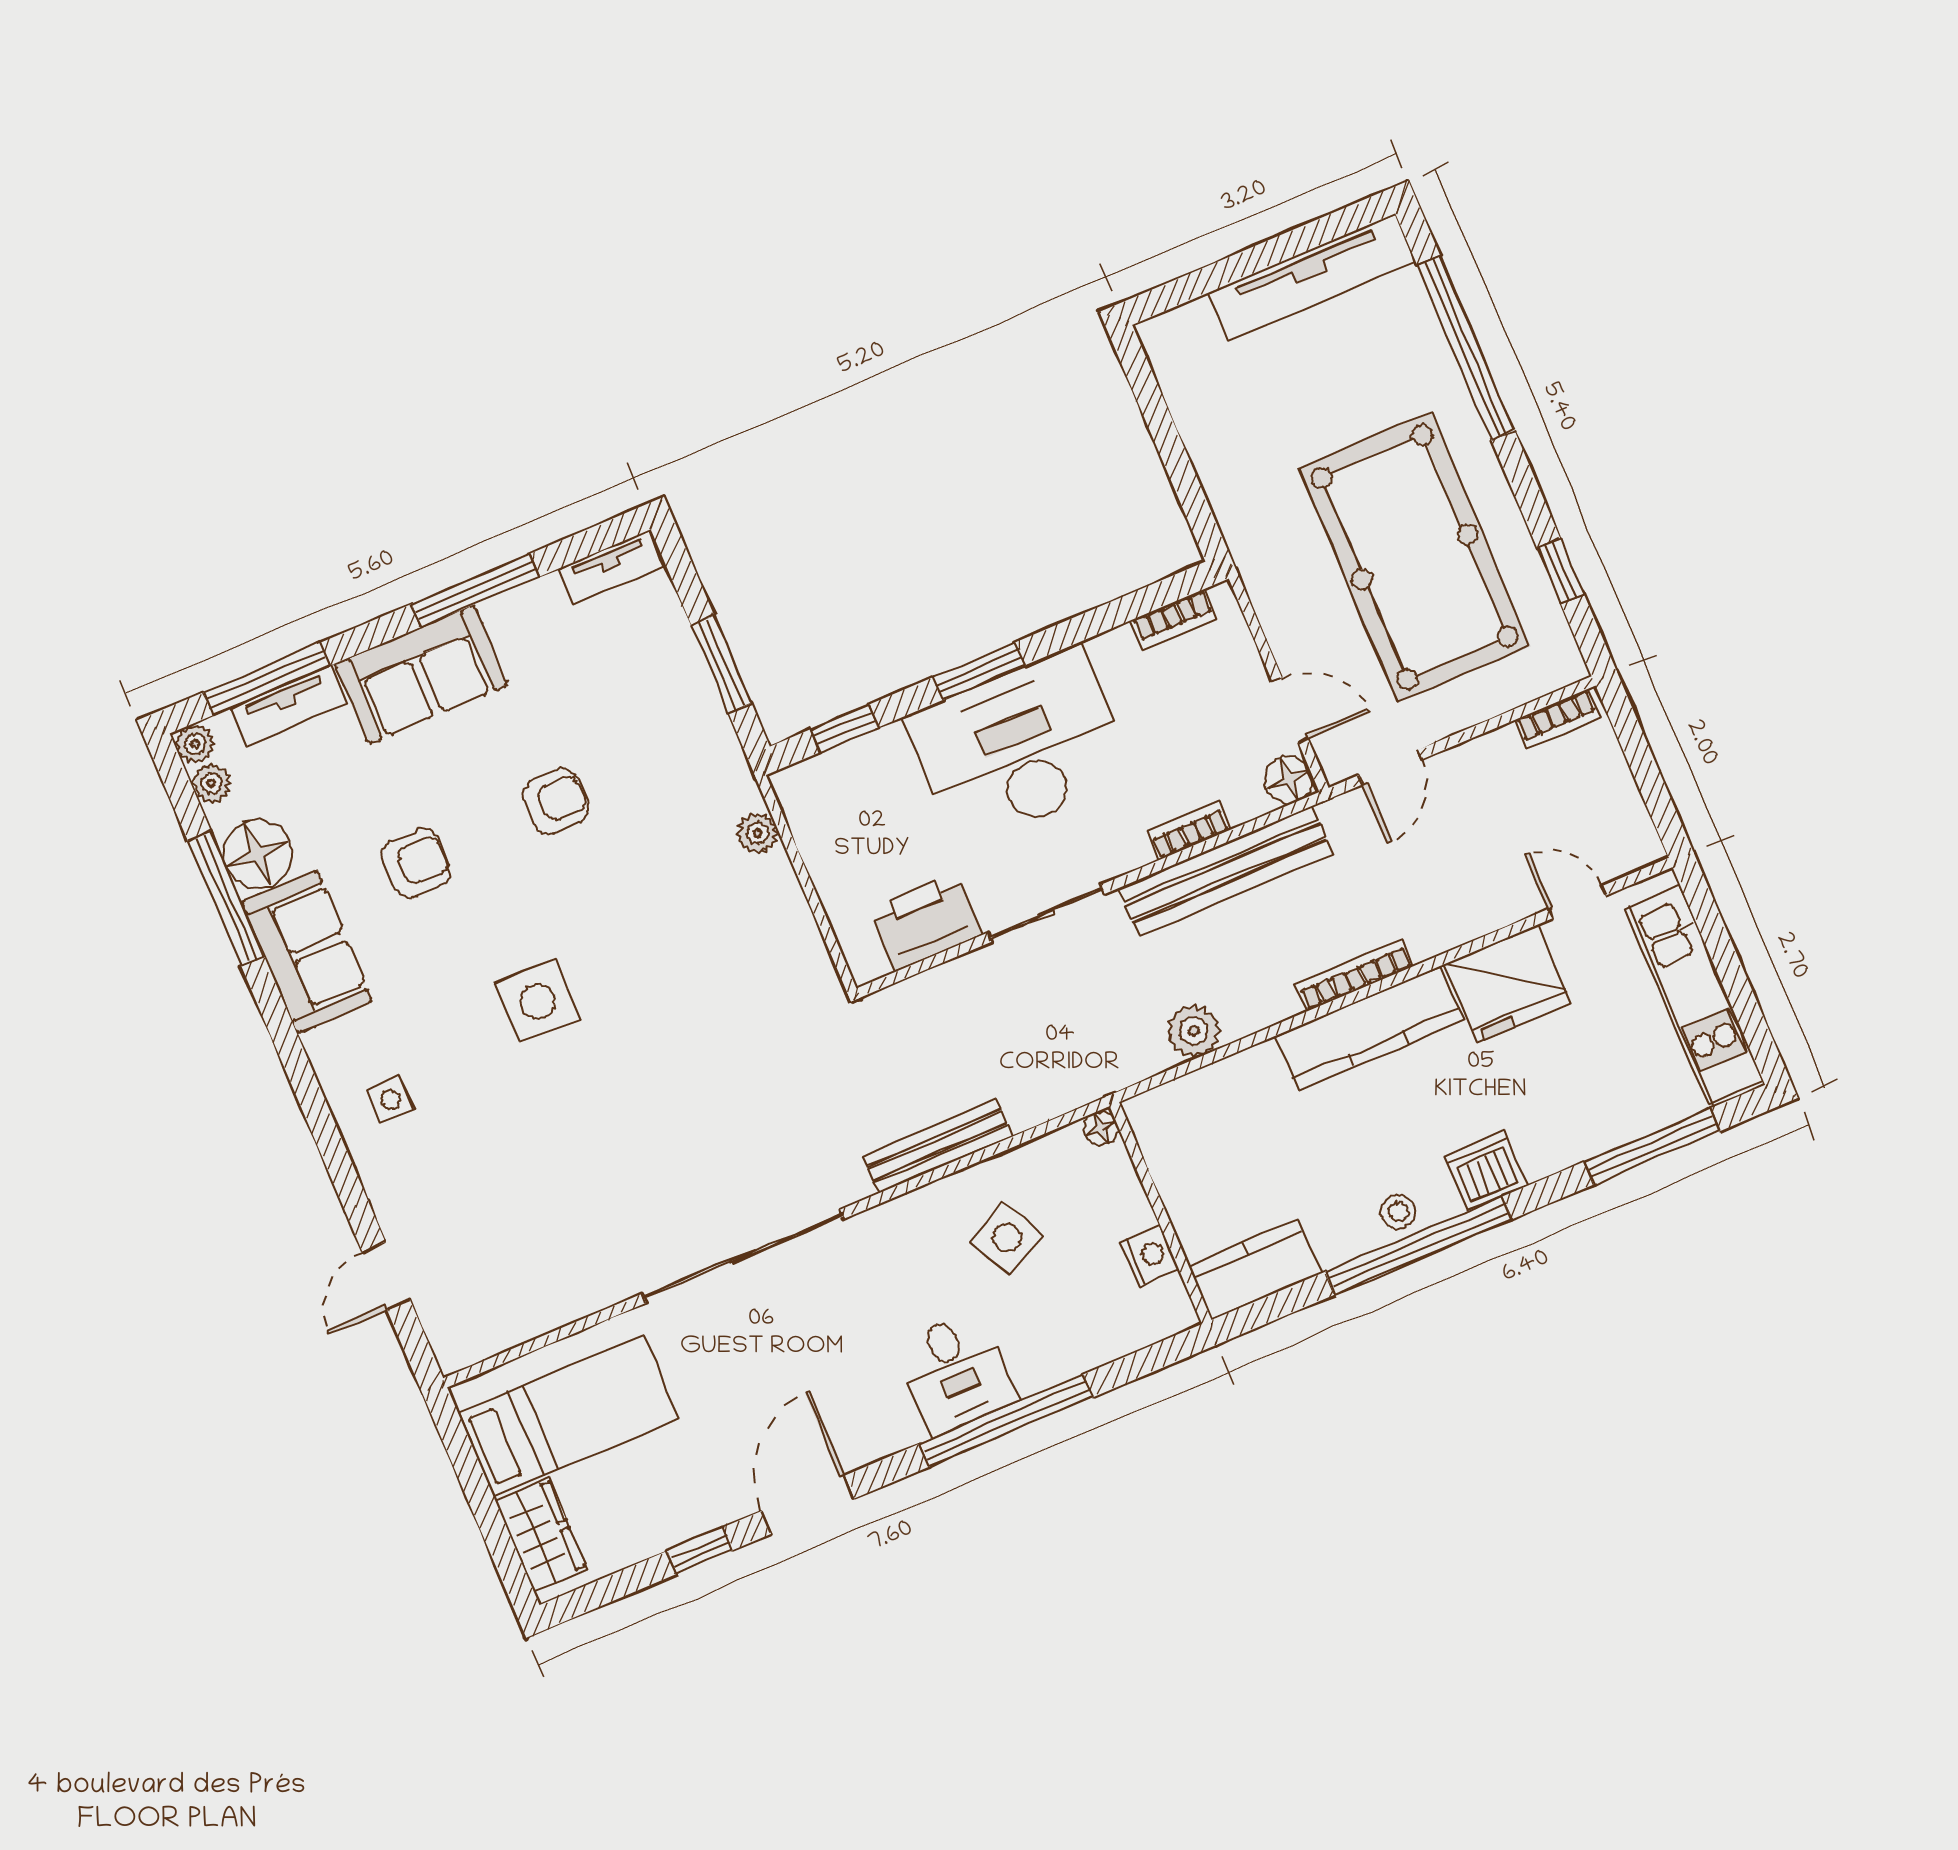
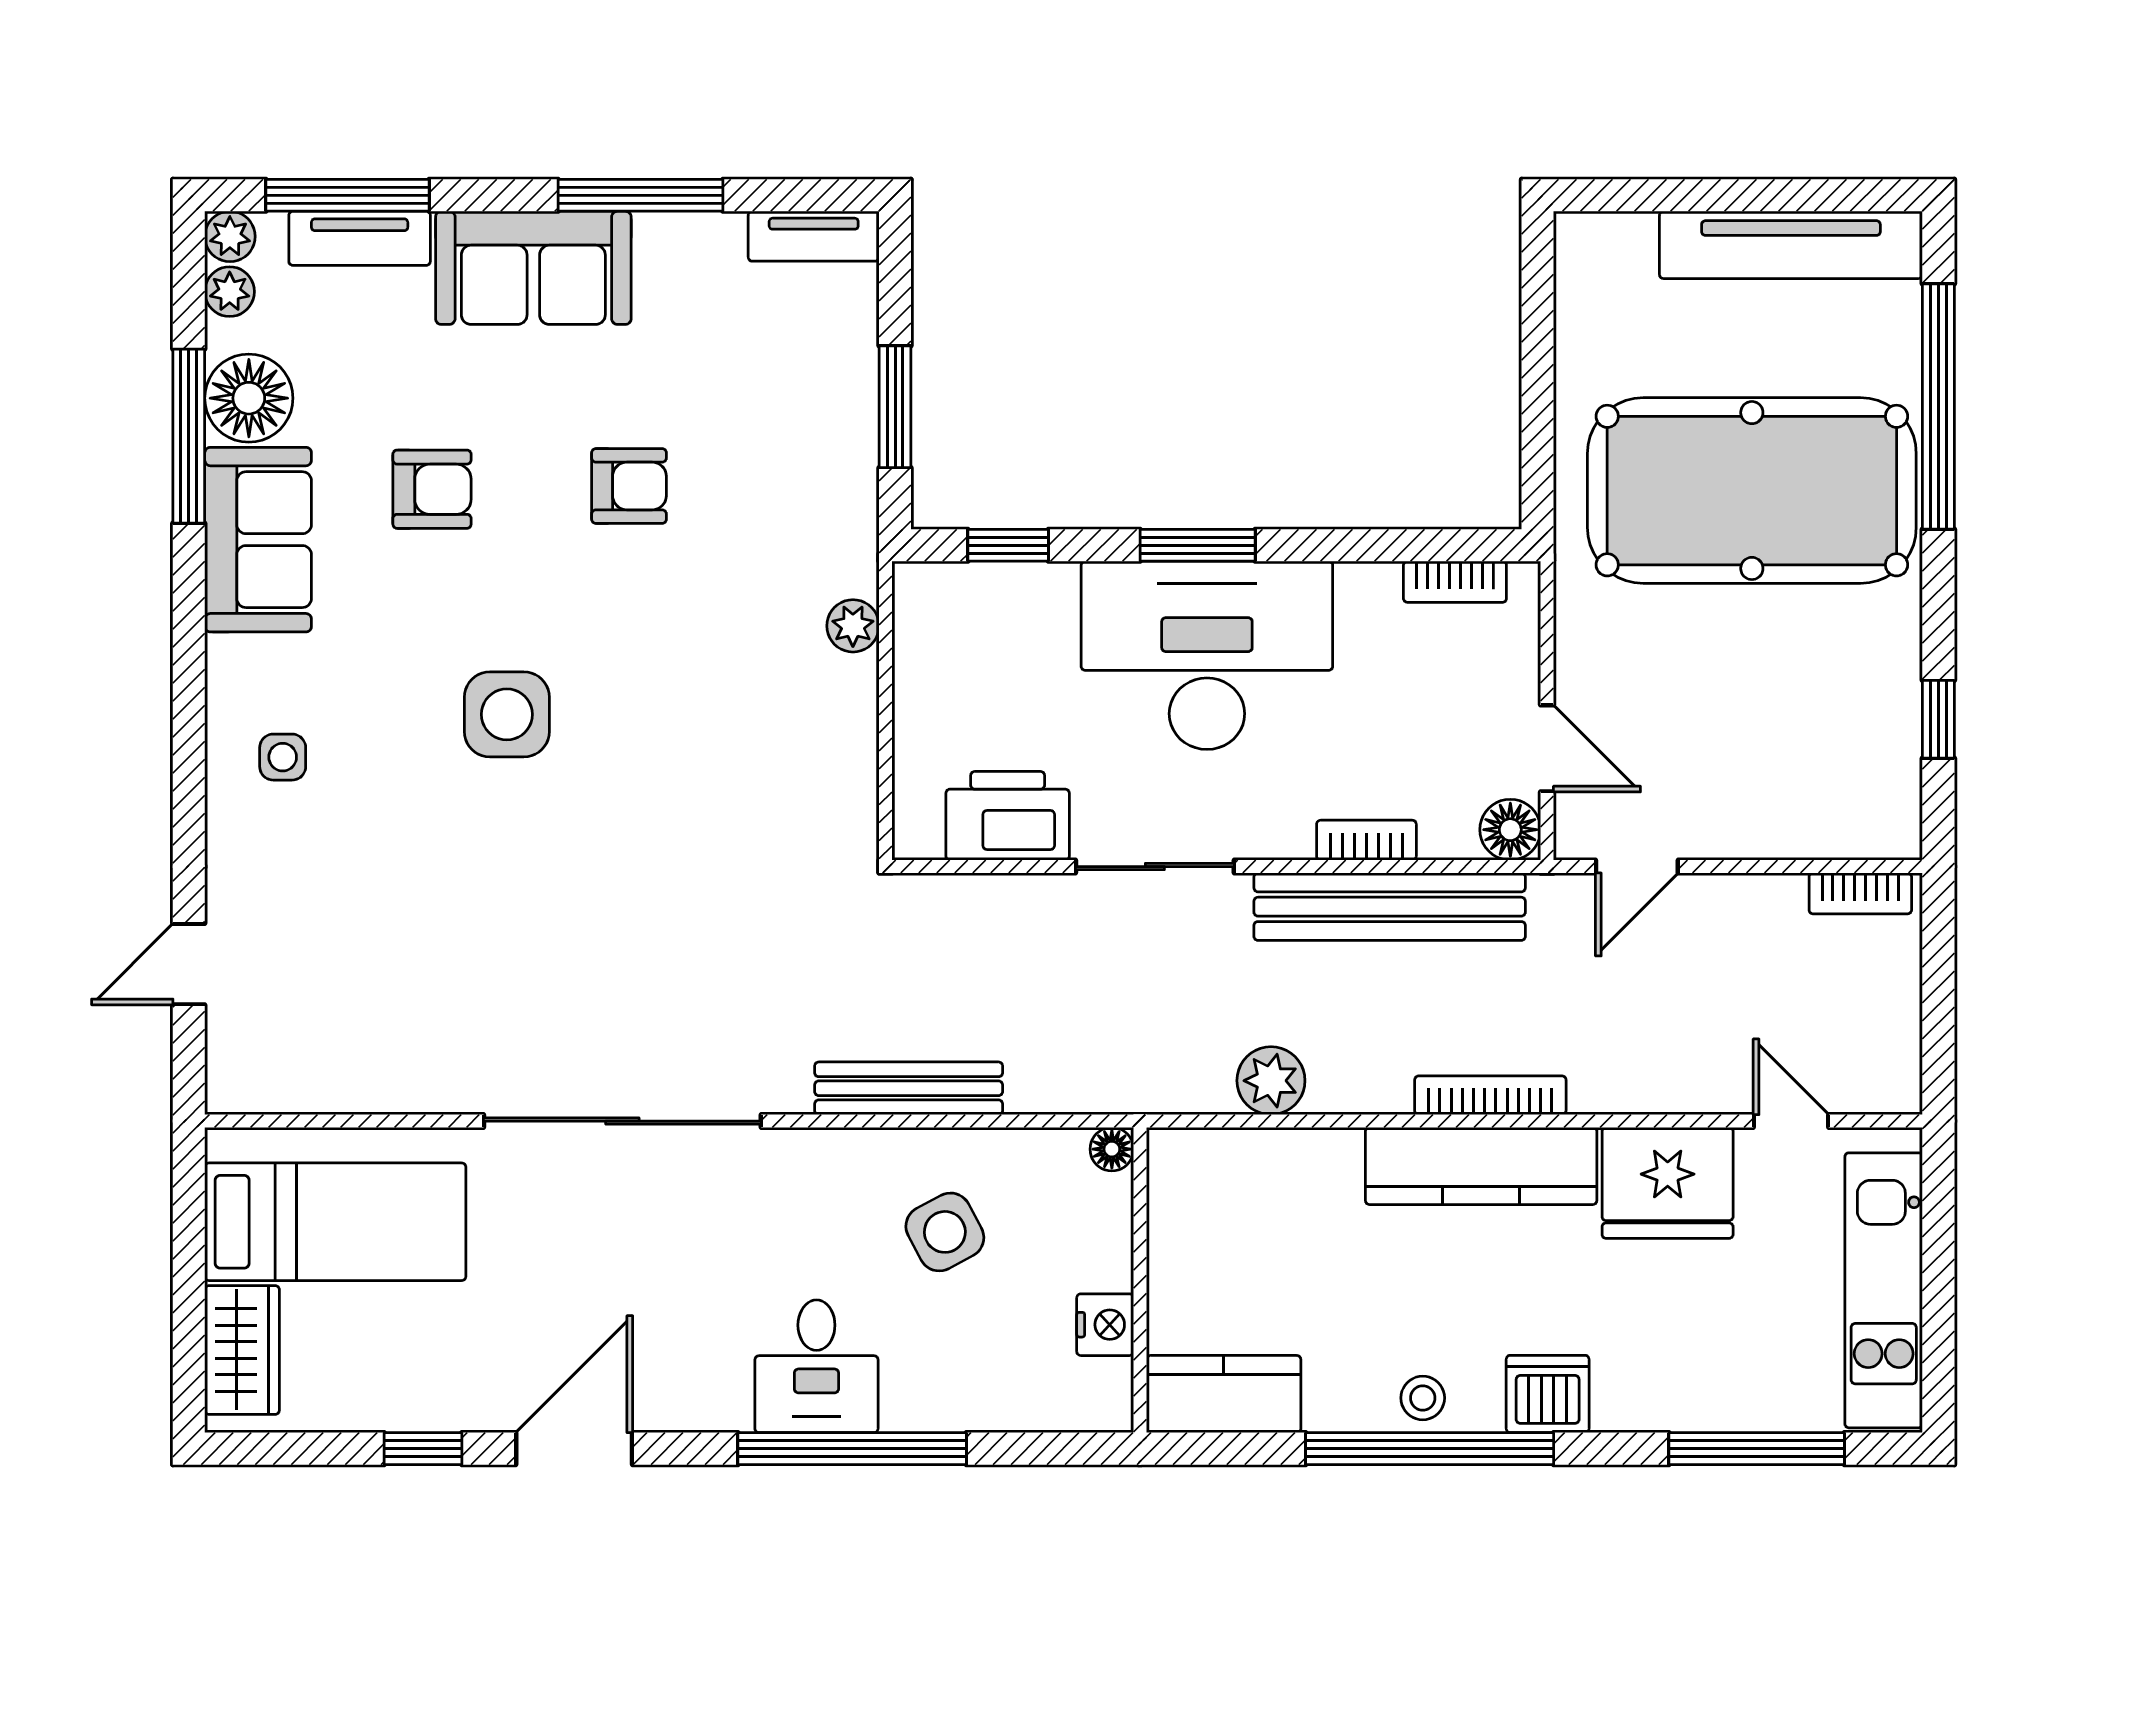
pool table: (1415, 557) -> (1752, 491), moved, turned 90

